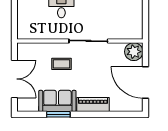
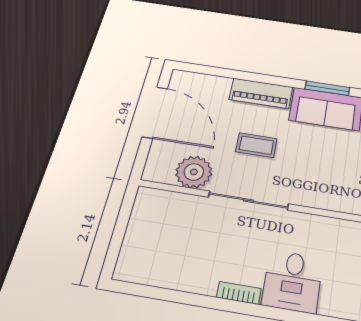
plant: (134, 52) -> (194, 172), moved
coffee table: (62, 64) -> (256, 145), moved

